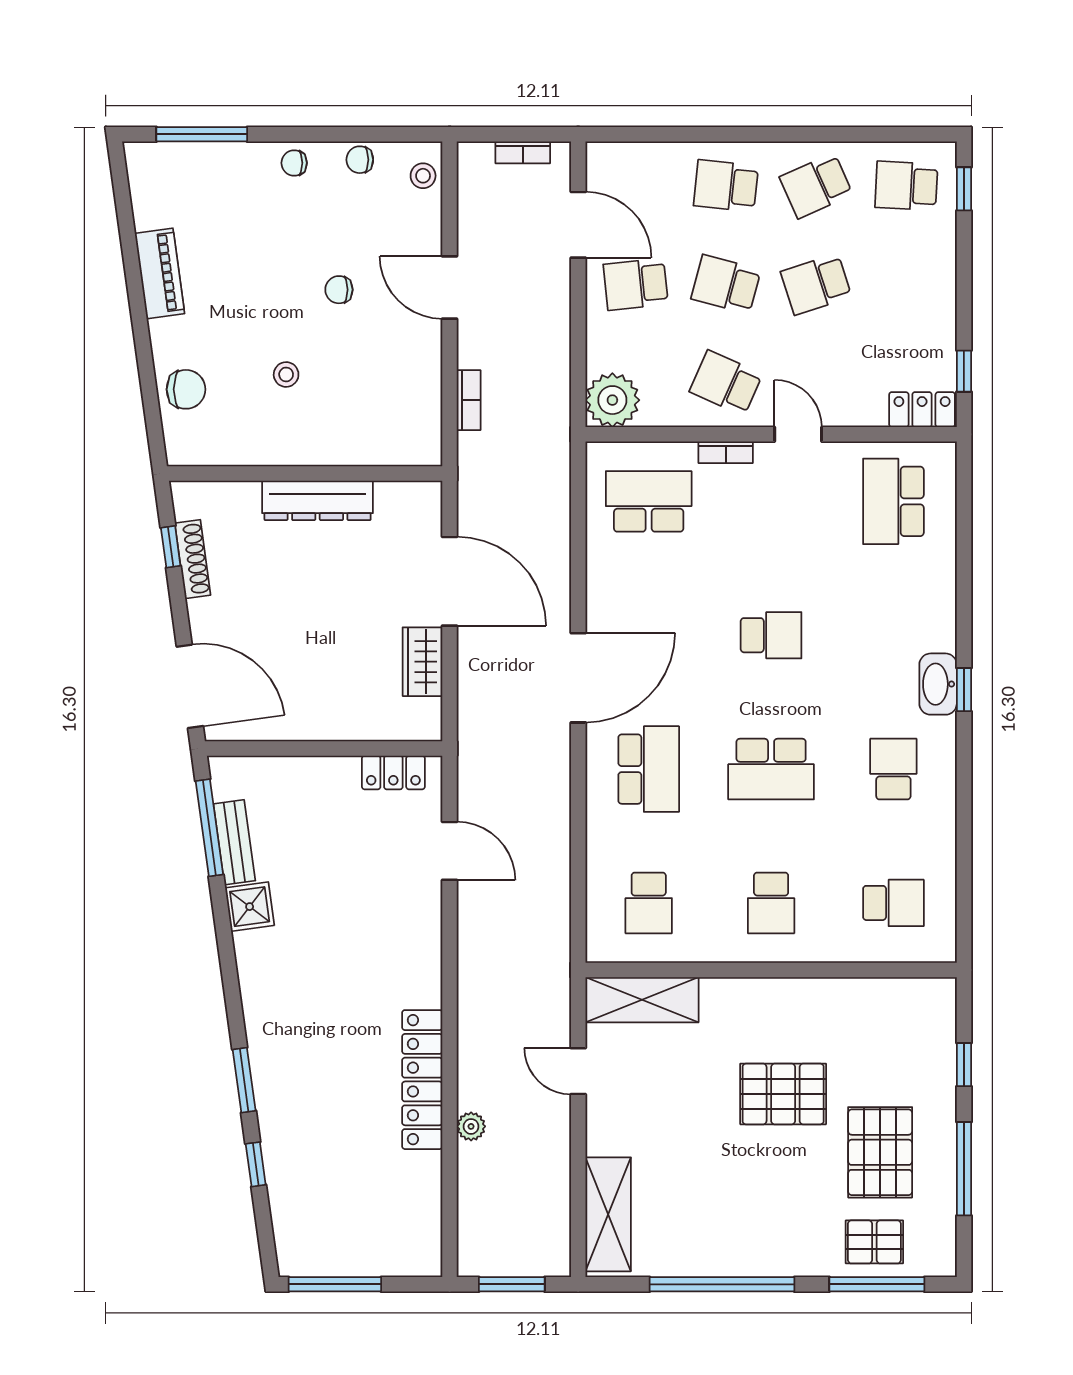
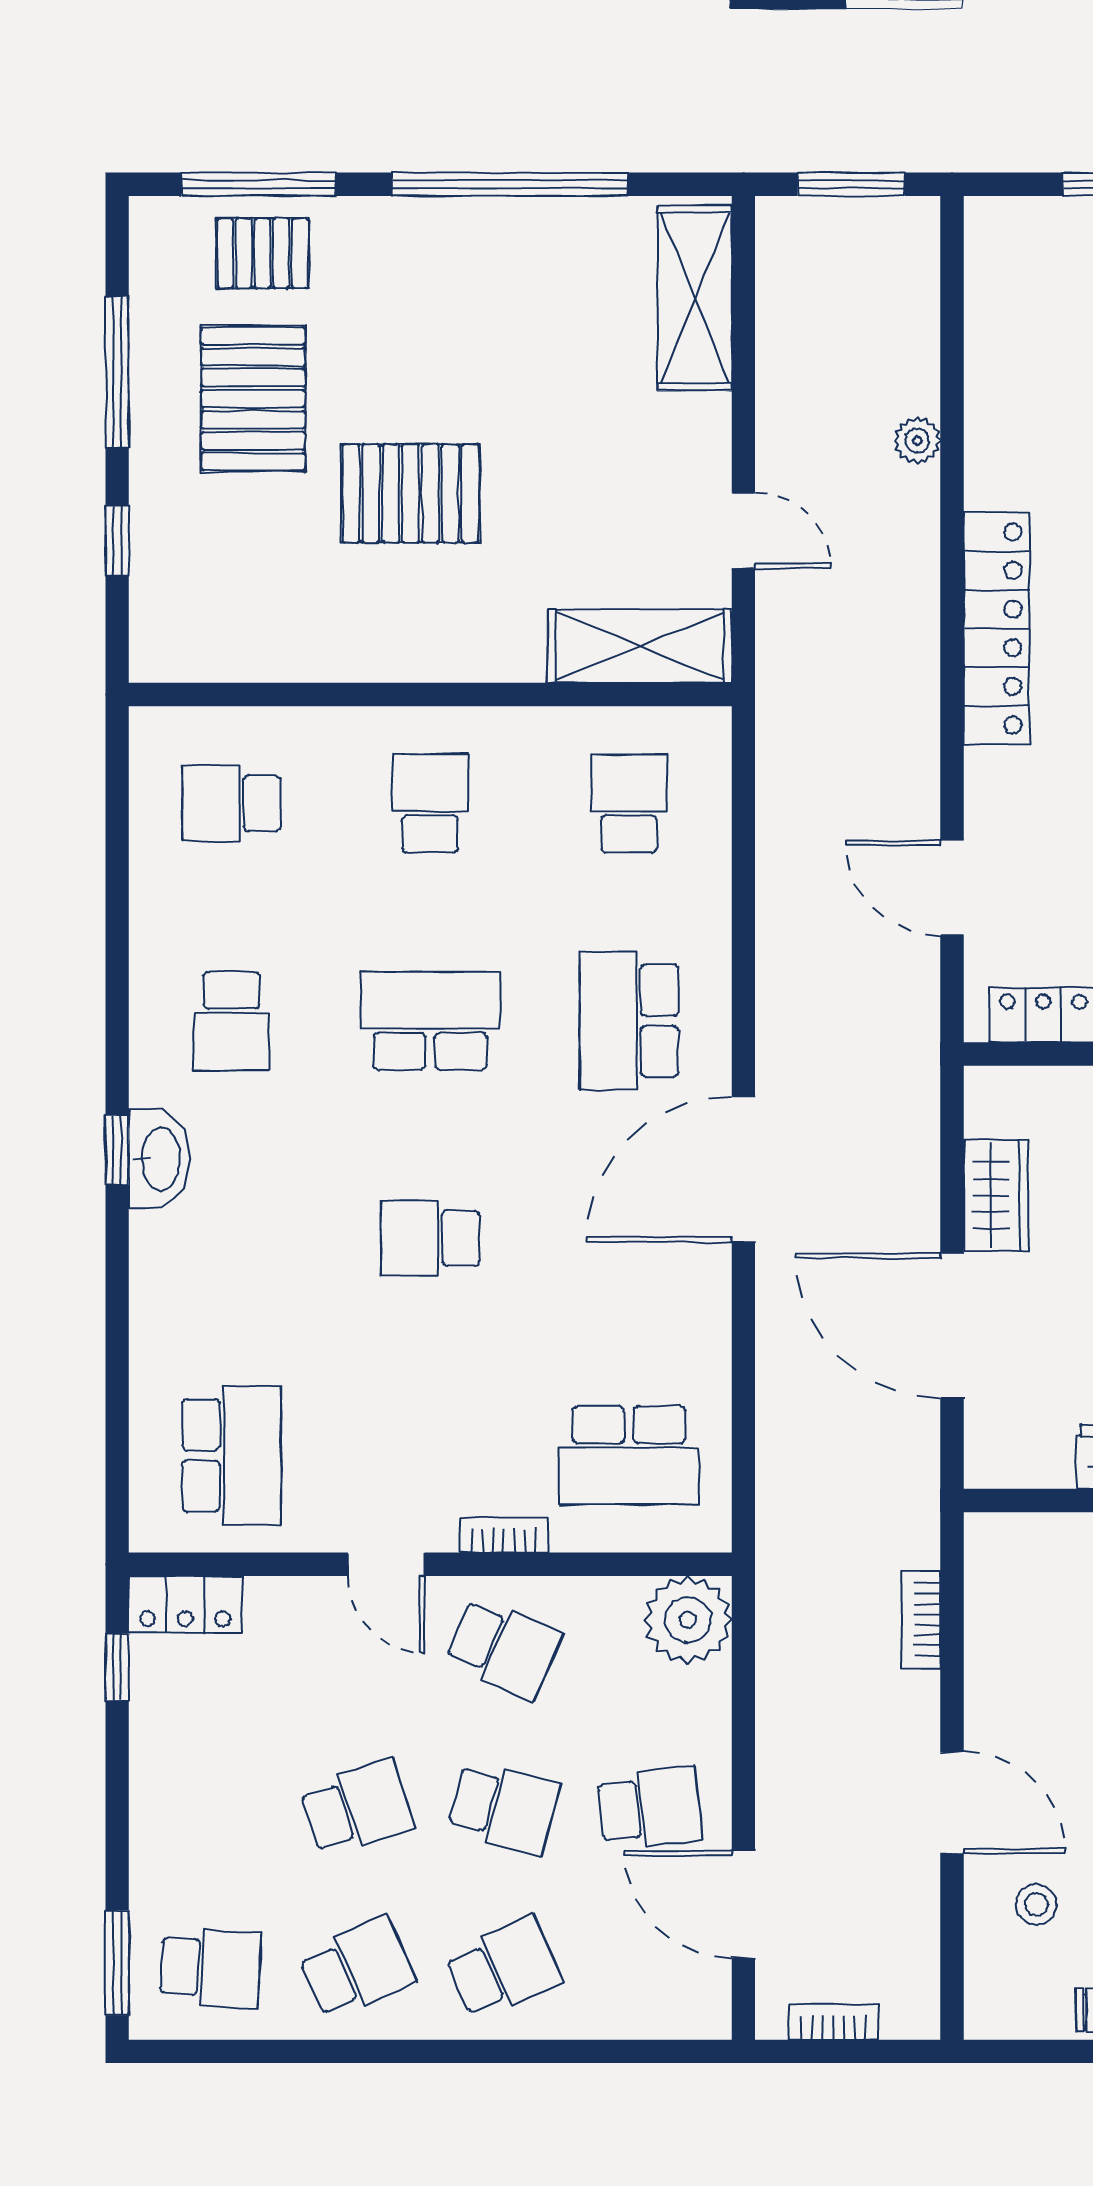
stool: (423, 176) -> (1036, 1904), moved
school desk: (726, 186) -> (503, 1968), turned -30
window: (964, 189) -> (117, 1963), width x1.50
locker: (422, 1080) -> (996, 628), moved

